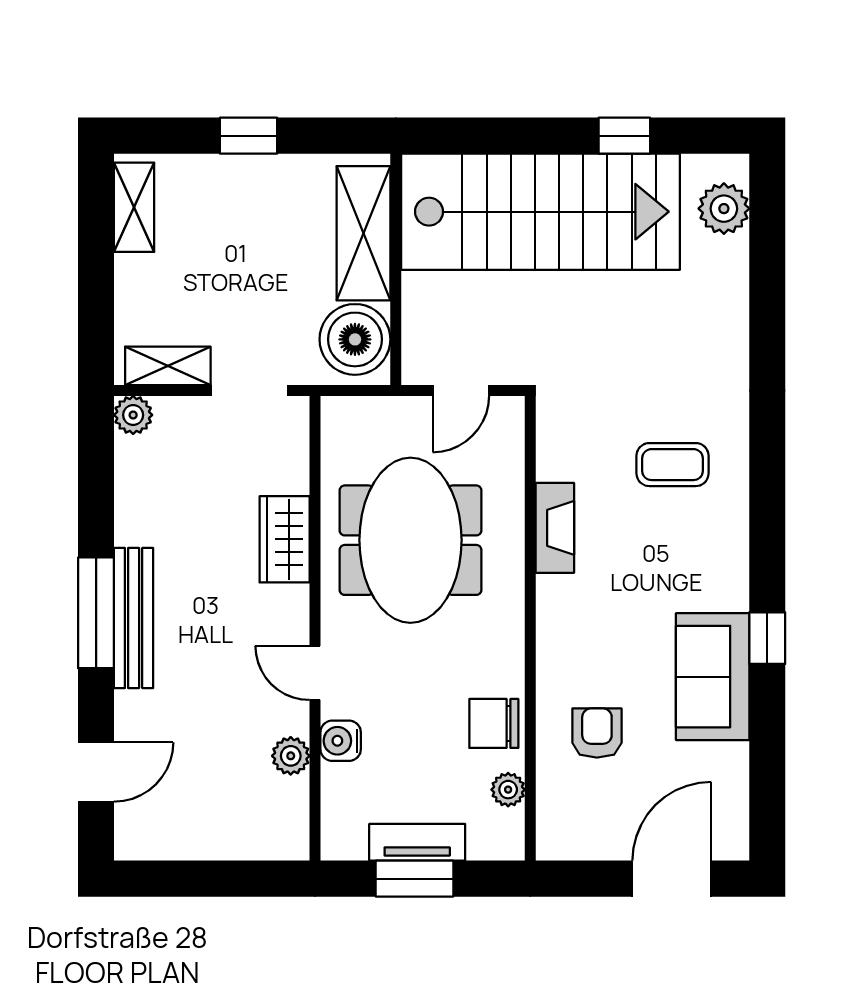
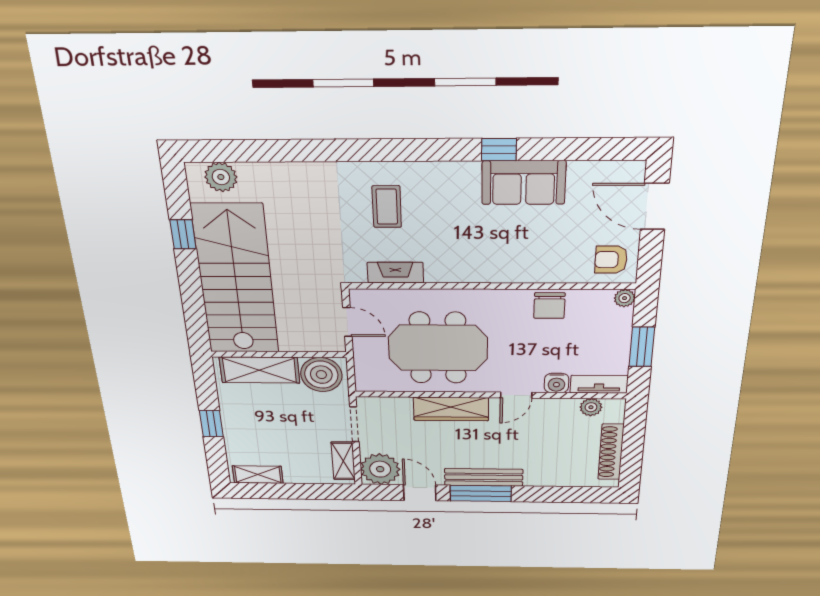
plant: (133, 415) -> (380, 469), width x1.88, depth x1.88
fireplace: (555, 528) -> (395, 273), moved
wardrobe: (285, 539) -> (451, 409), width x1.50
armchair: (597, 733) -> (611, 260), moved
plant: (291, 756) -> (591, 407), moved
door: (96, 772) -> (420, 493), moved
plant: (508, 790) -> (625, 298), moved
shoe rack: (194, 842) -> (611, 452), added
tv unit: (417, 842) -> (599, 384), moved, turned 90

